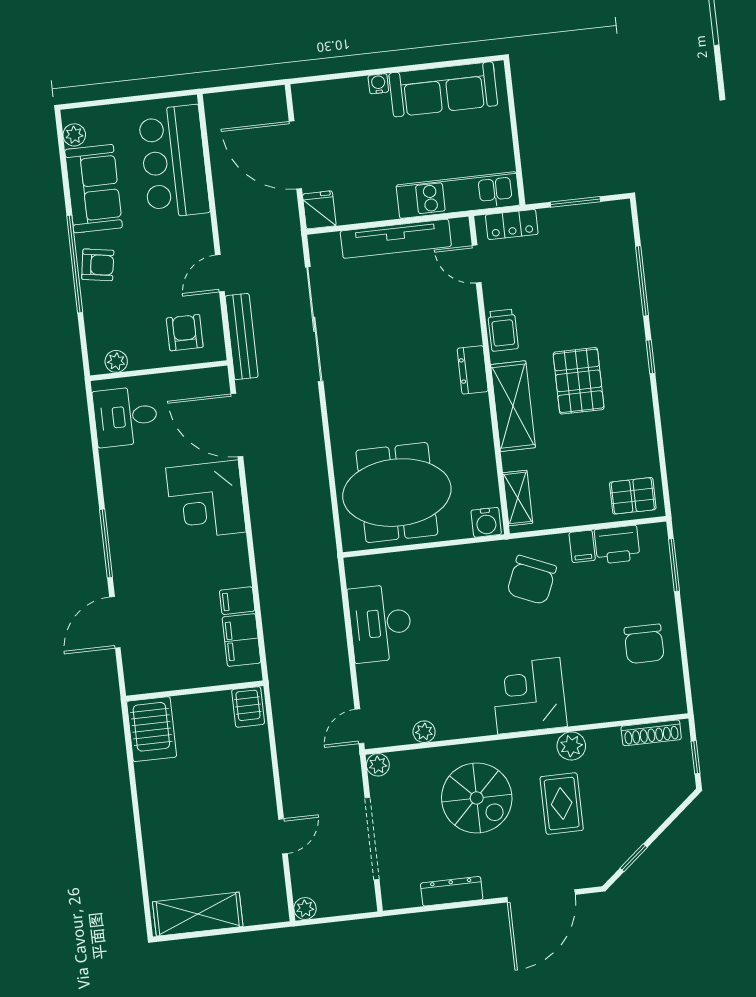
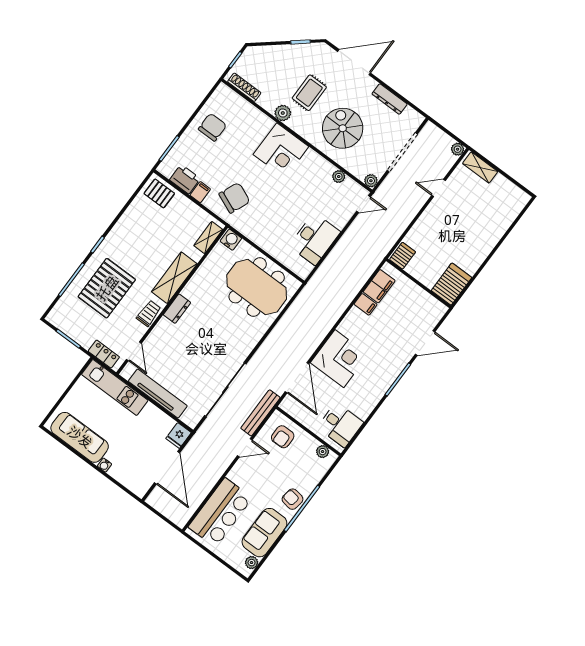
pallet: (579, 381) -> (107, 288), moved, width x1.37, depth x1.41
shelving: (198, 914) -> (480, 167), moved, width x0.67, depth x0.75

